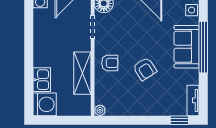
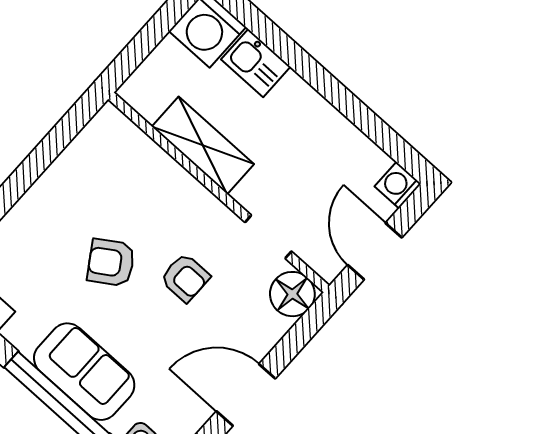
armchair: (110, 63) -> (185, 278), moved, turned -90
plant: (100, 110) -> (109, 117), removed

